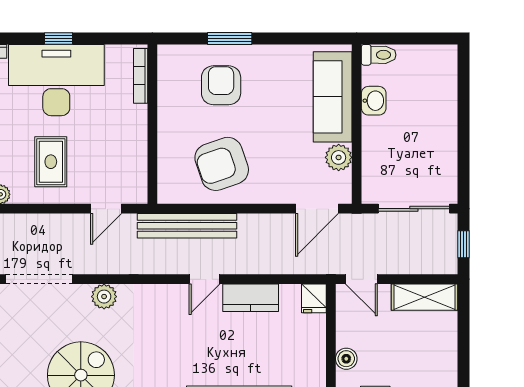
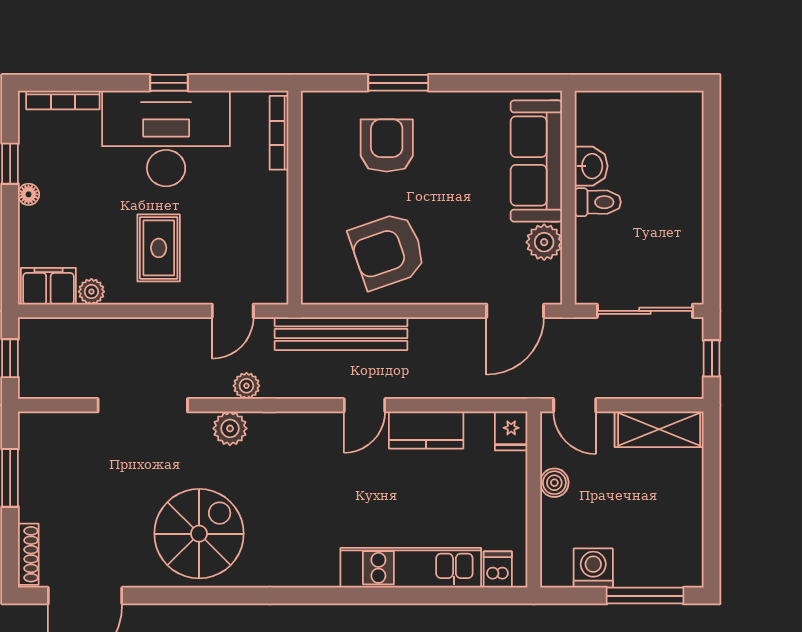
toilet: (379, 55) -> (598, 202), moved
plant: (116, 265) -> (246, 386), added
boiler: (346, 359) -> (554, 483), moved

